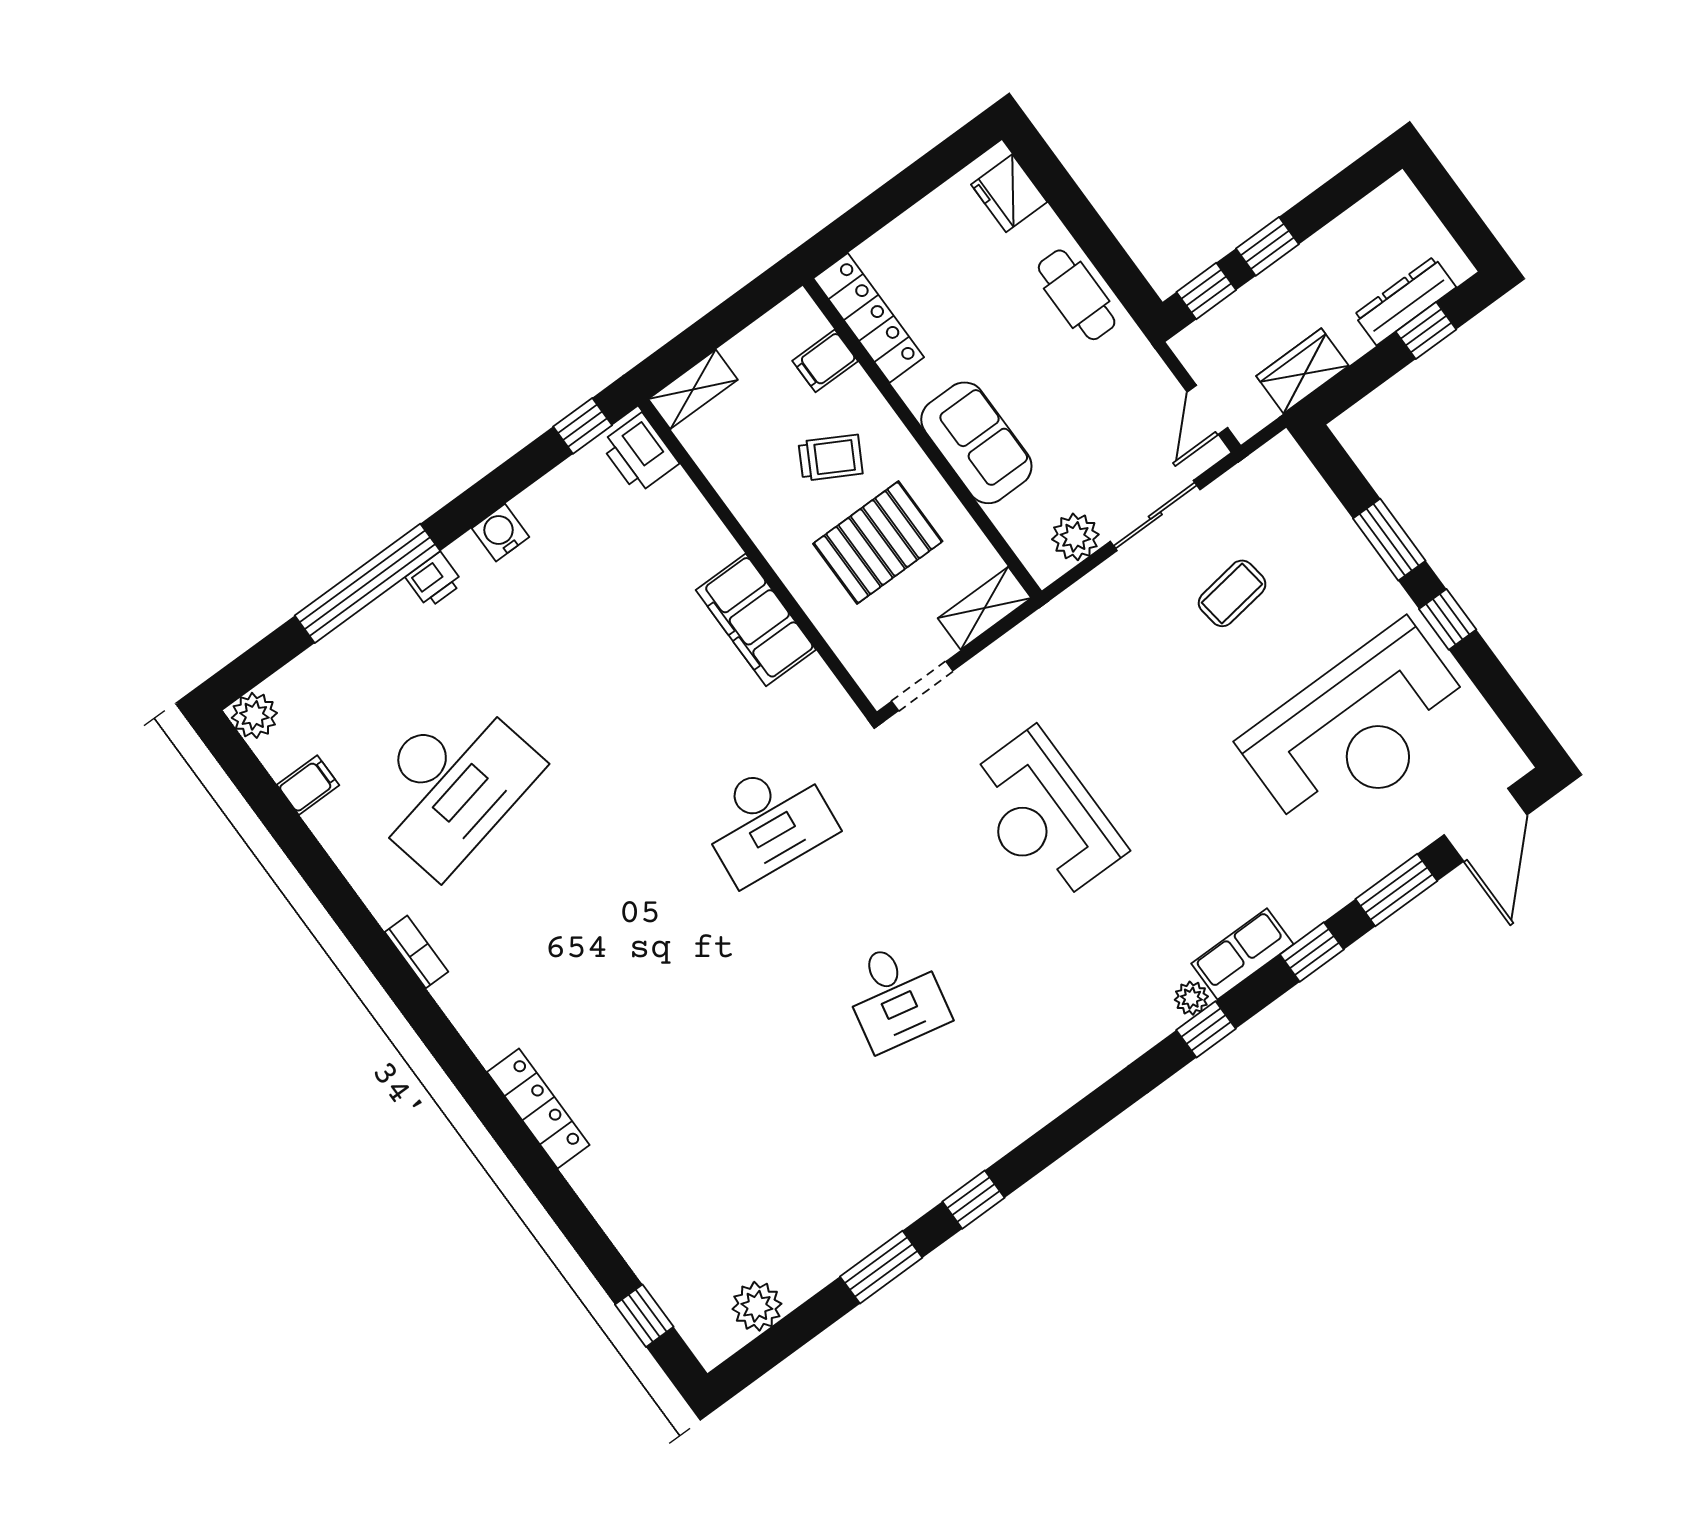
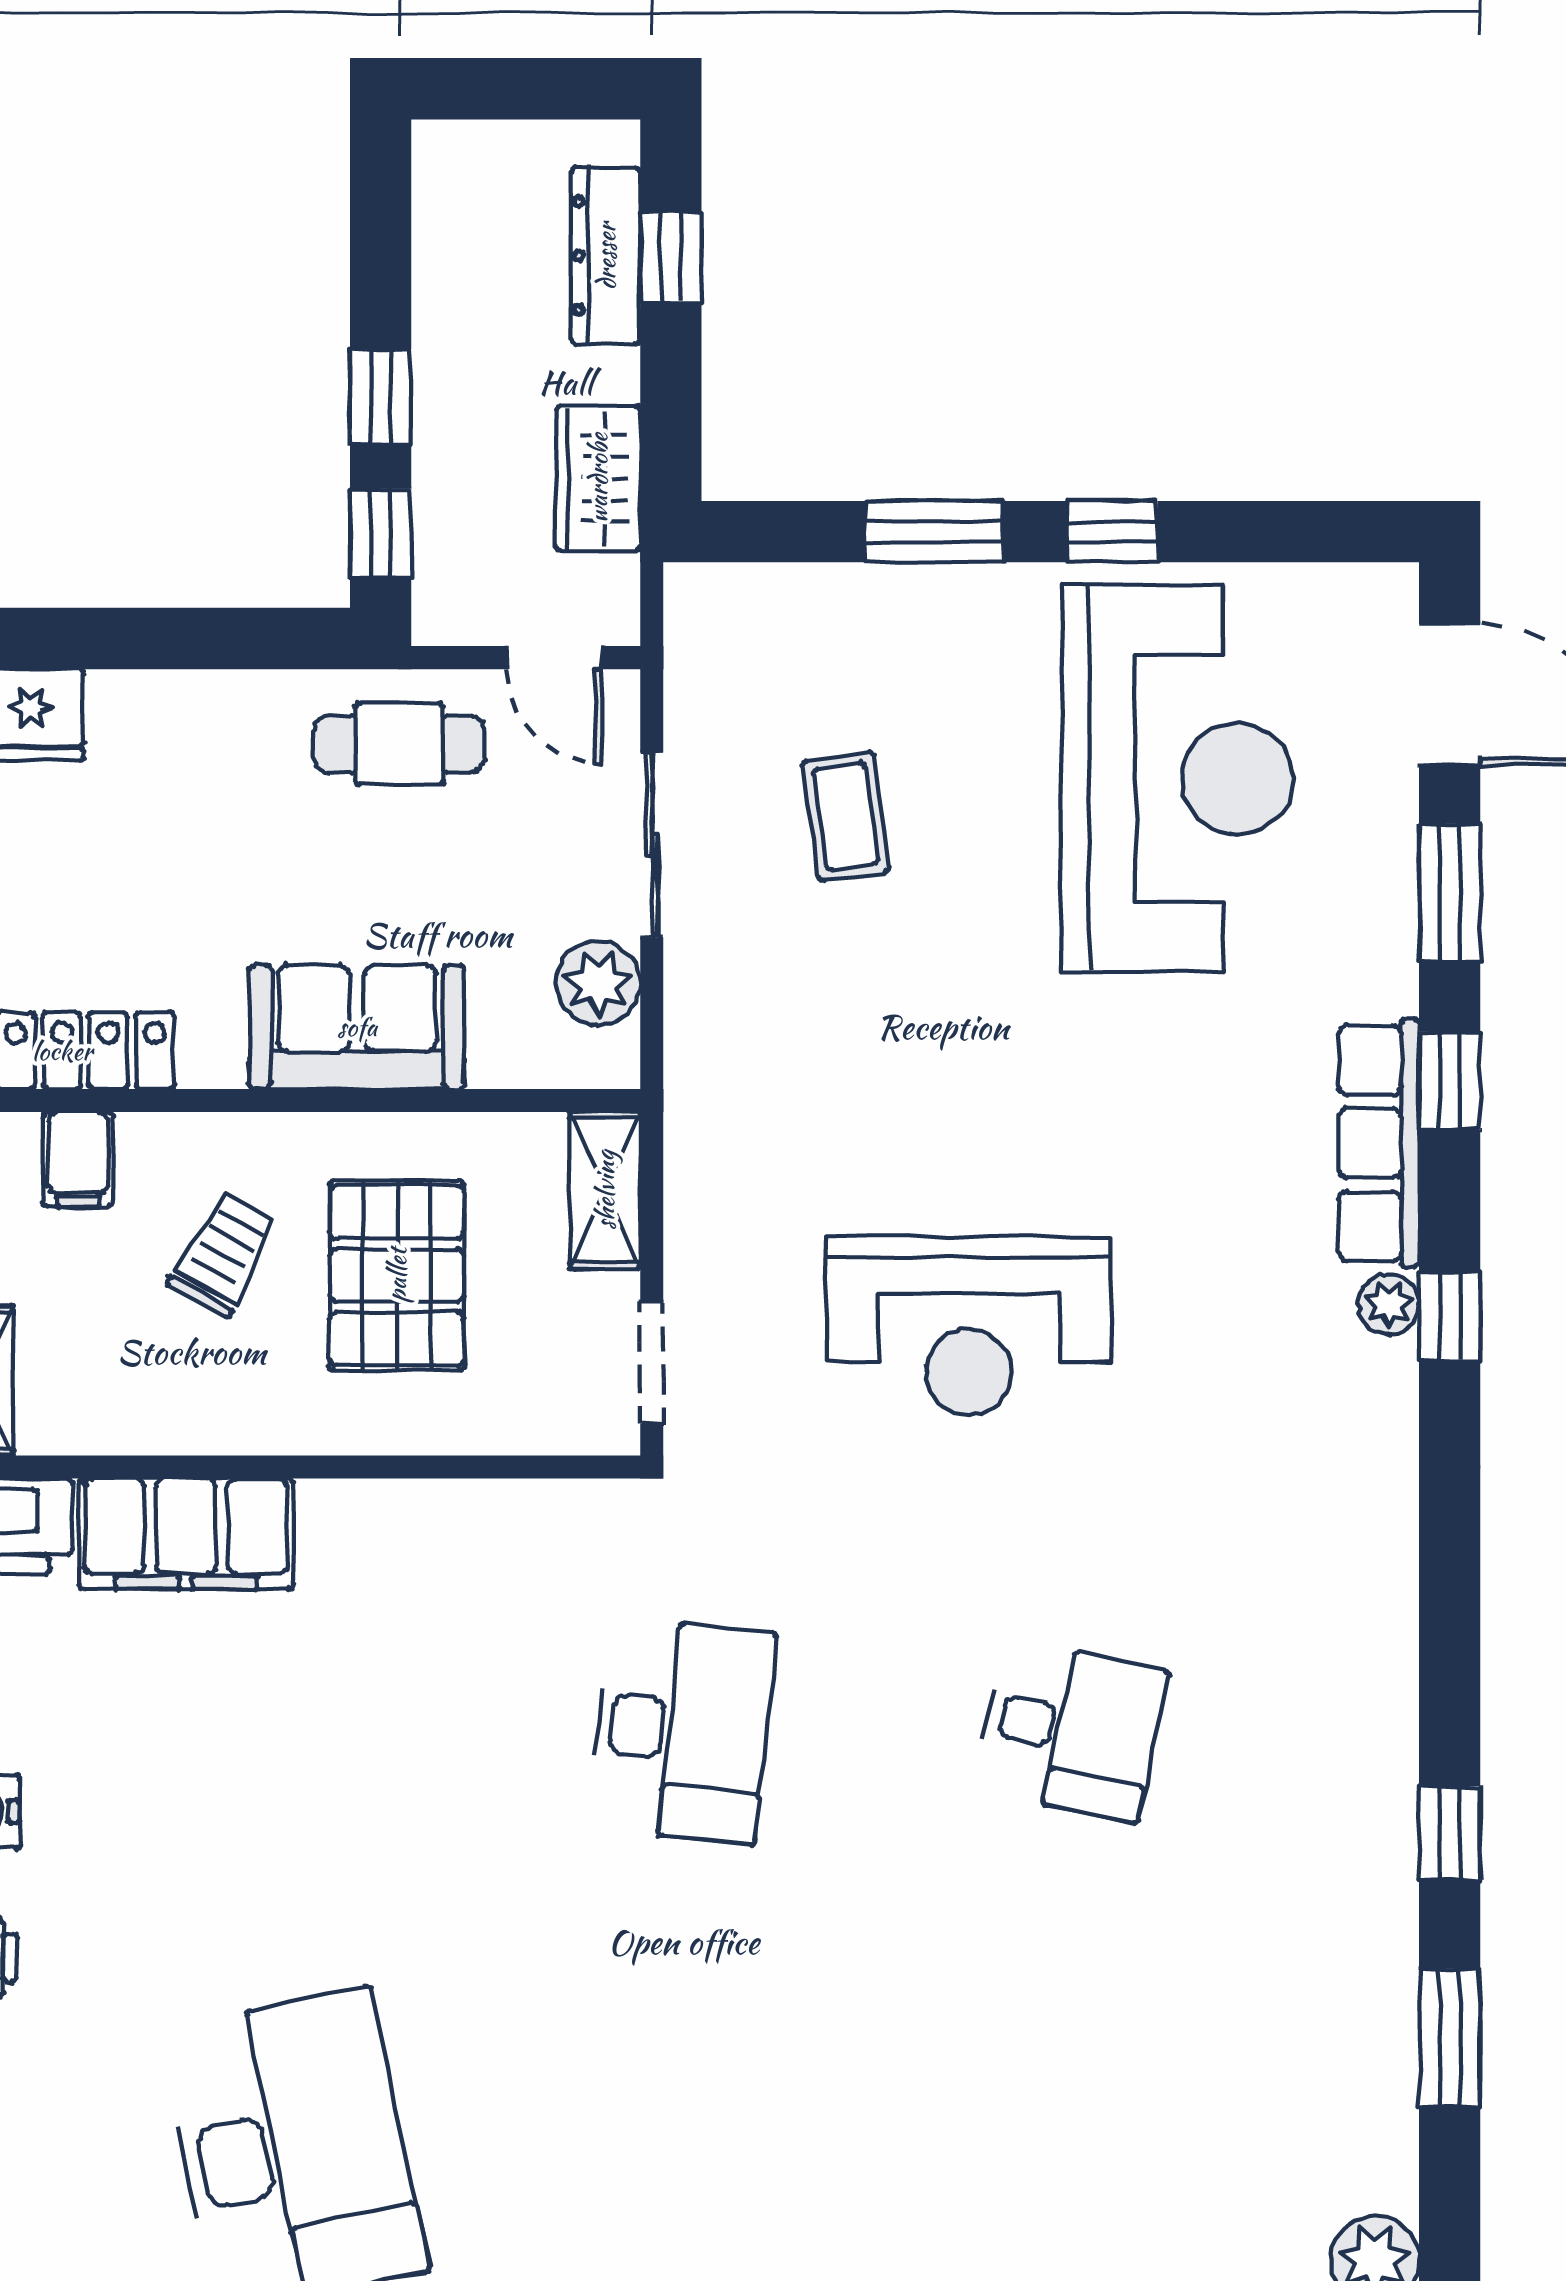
cafe table: (1077, 295) -> (399, 744), moved
filing cabinet: (756, 620) -> (186, 1534), moved
row of seats: (1242, 954) -> (1379, 1143), width x1.48

